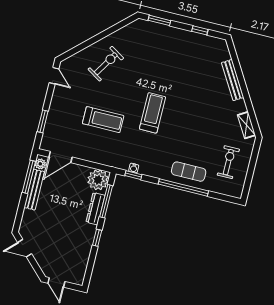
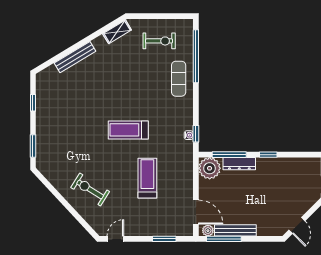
exercise bike: (228, 162) -> (159, 41), turned 180
window: (183, 187) -> (196, 56), moved

